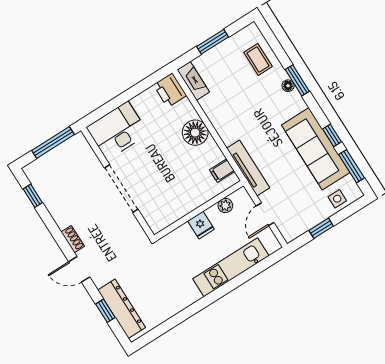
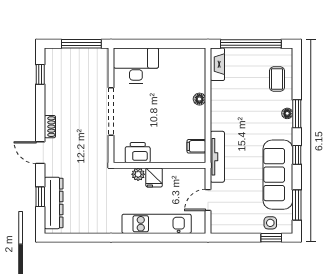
window: (212, 42) -> (251, 44), width x2.11
printer: (170, 90) -> (138, 153), moved, turned 90
floor lamp: (195, 133) -> (199, 99), width x0.53, depth x0.53
window: (332, 135) -> (297, 155), moved
plant: (225, 205) -> (138, 174), moved
window: (321, 228) -> (271, 238), moved

